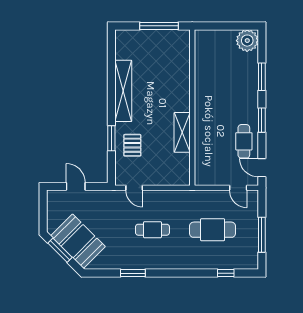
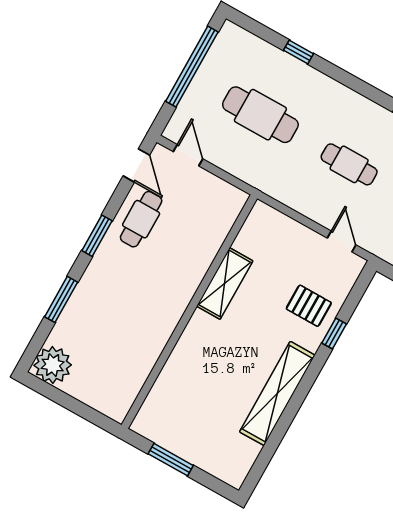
window: (159, 26) -> (171, 460), width x0.69
window: (111, 138) -> (334, 333), width x0.67
pallet: (132, 145) -> (309, 306), turned 90
window: (262, 235) -> (192, 67), width x1.46
window: (226, 273) -> (298, 52), moved

